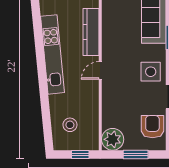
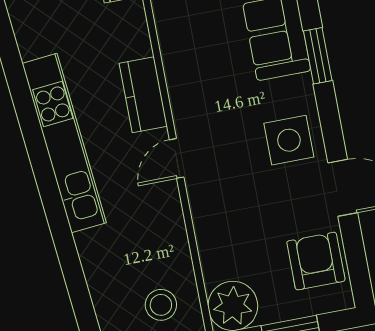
kitchen counter: (91, 32) -> (143, 95), width x0.67
stool: (70, 125) -> (161, 305), moved

